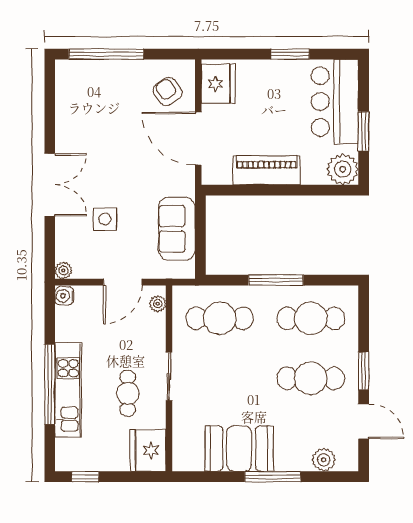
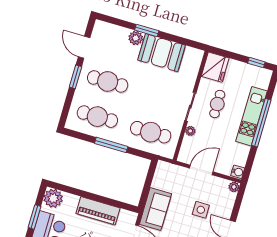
sofa: (177, 229) -> (155, 209), moved
plant: (158, 304) -> (190, 131), moved
plant: (324, 460) -> (136, 38), moved
window: (273, 477) -> (147, 30), width x0.69

